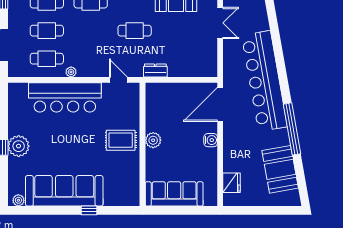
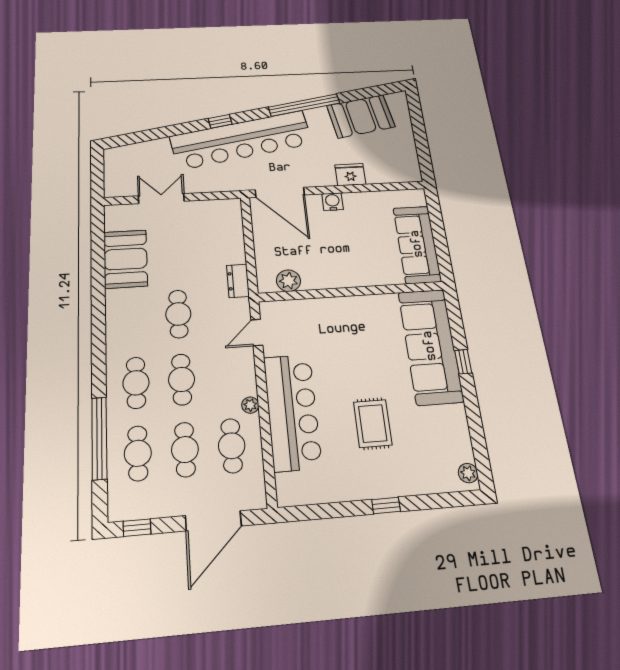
cafe table: (91, 31) -> (182, 379), added
window: (281, 67) -> (220, 121), added
rug: (121, 140) -> (373, 423), moved
plant: (153, 140) -> (289, 281), moved
plant: (19, 146) -> (380, 480), removed
fridge: (232, 183) -> (350, 175), moved
sofa: (64, 191) -> (430, 346), moved

